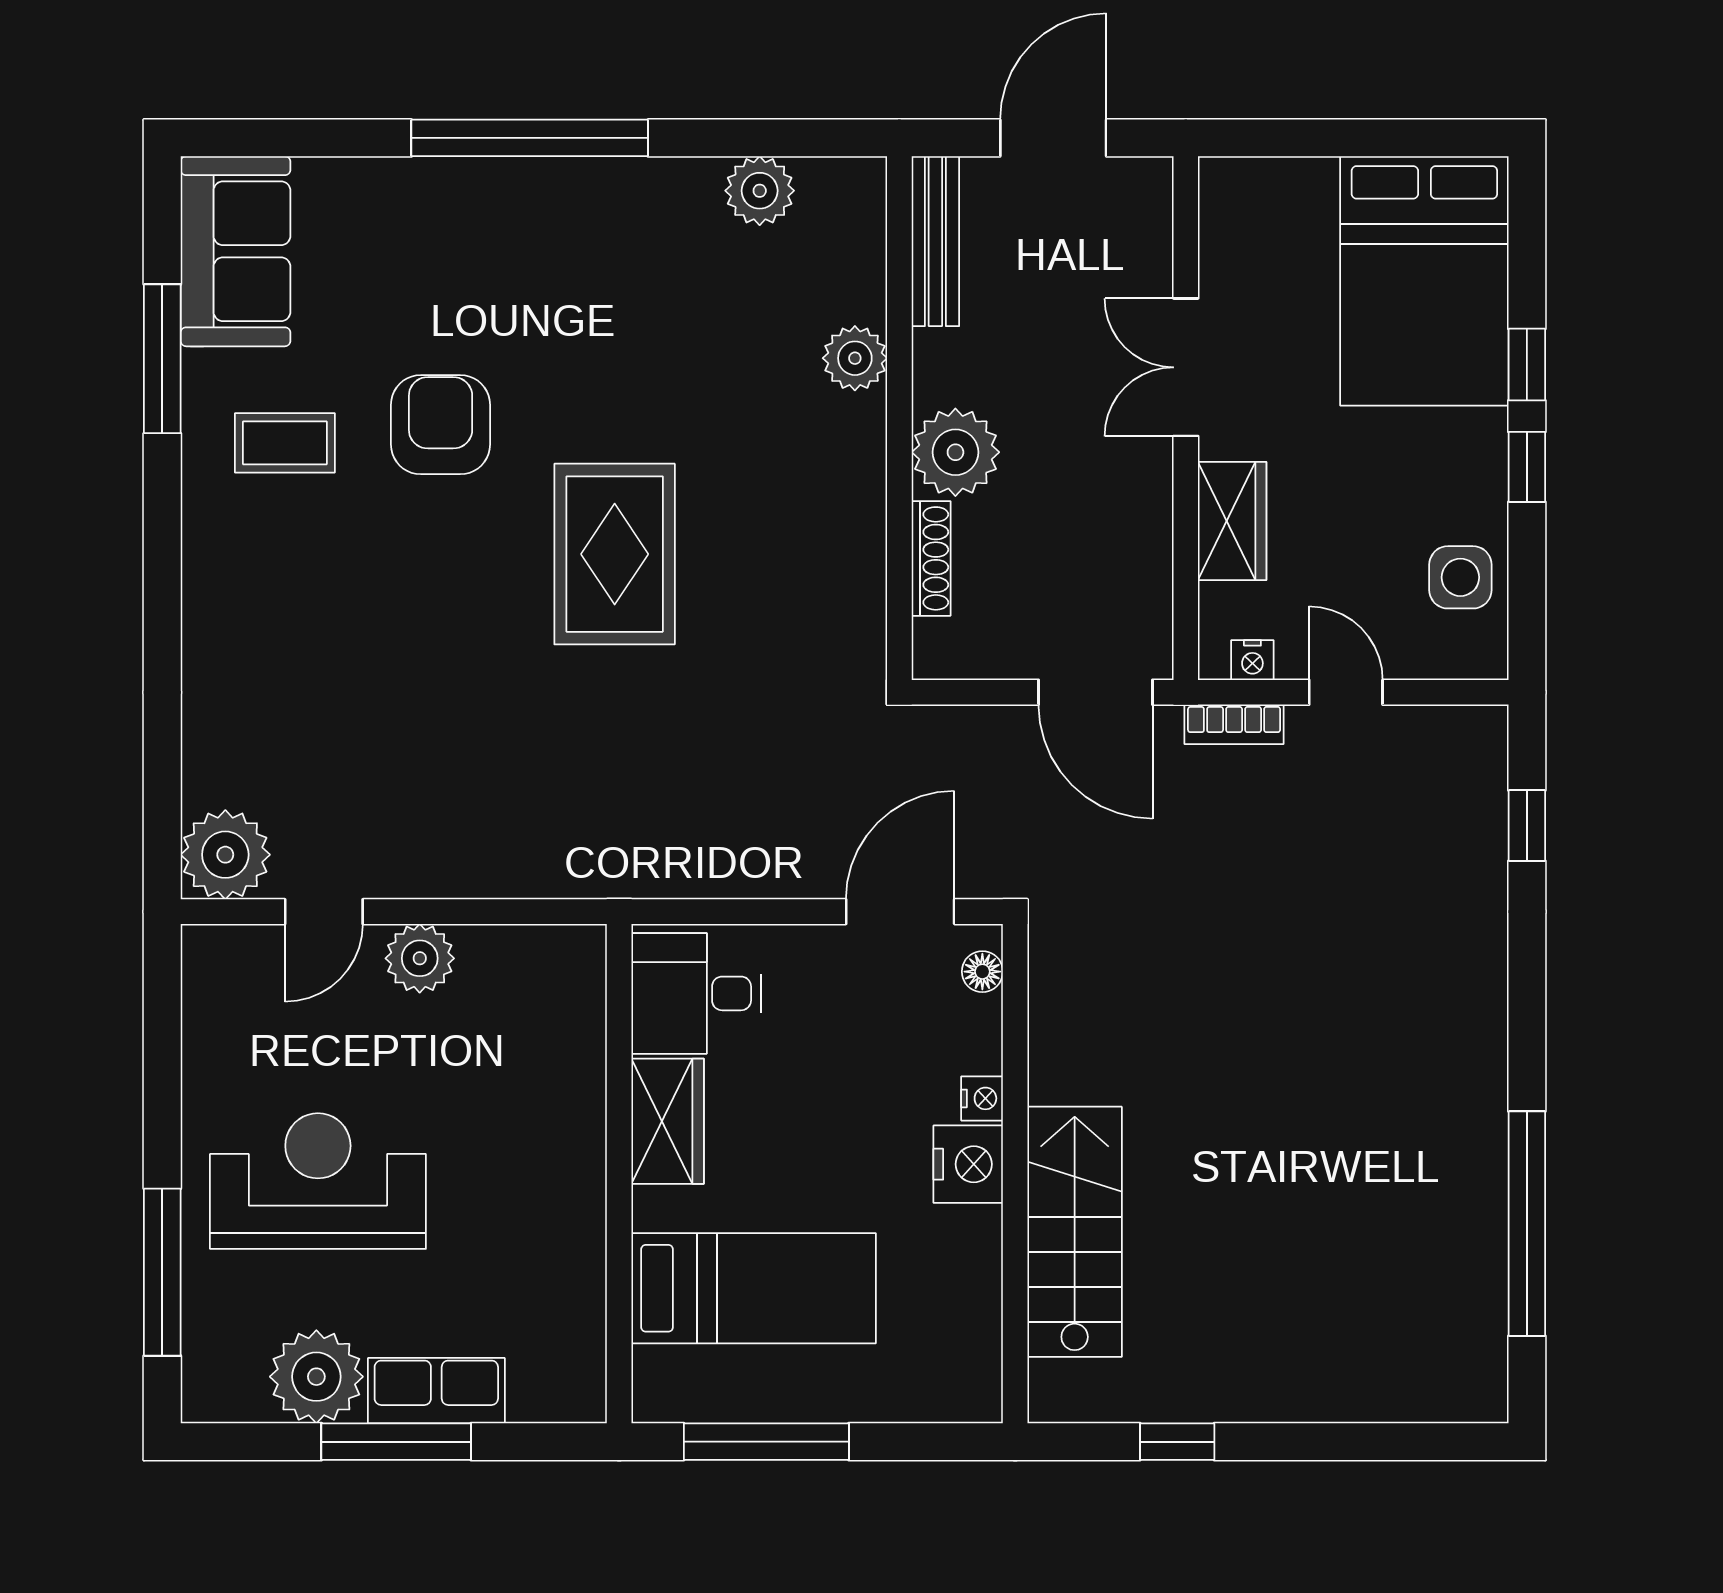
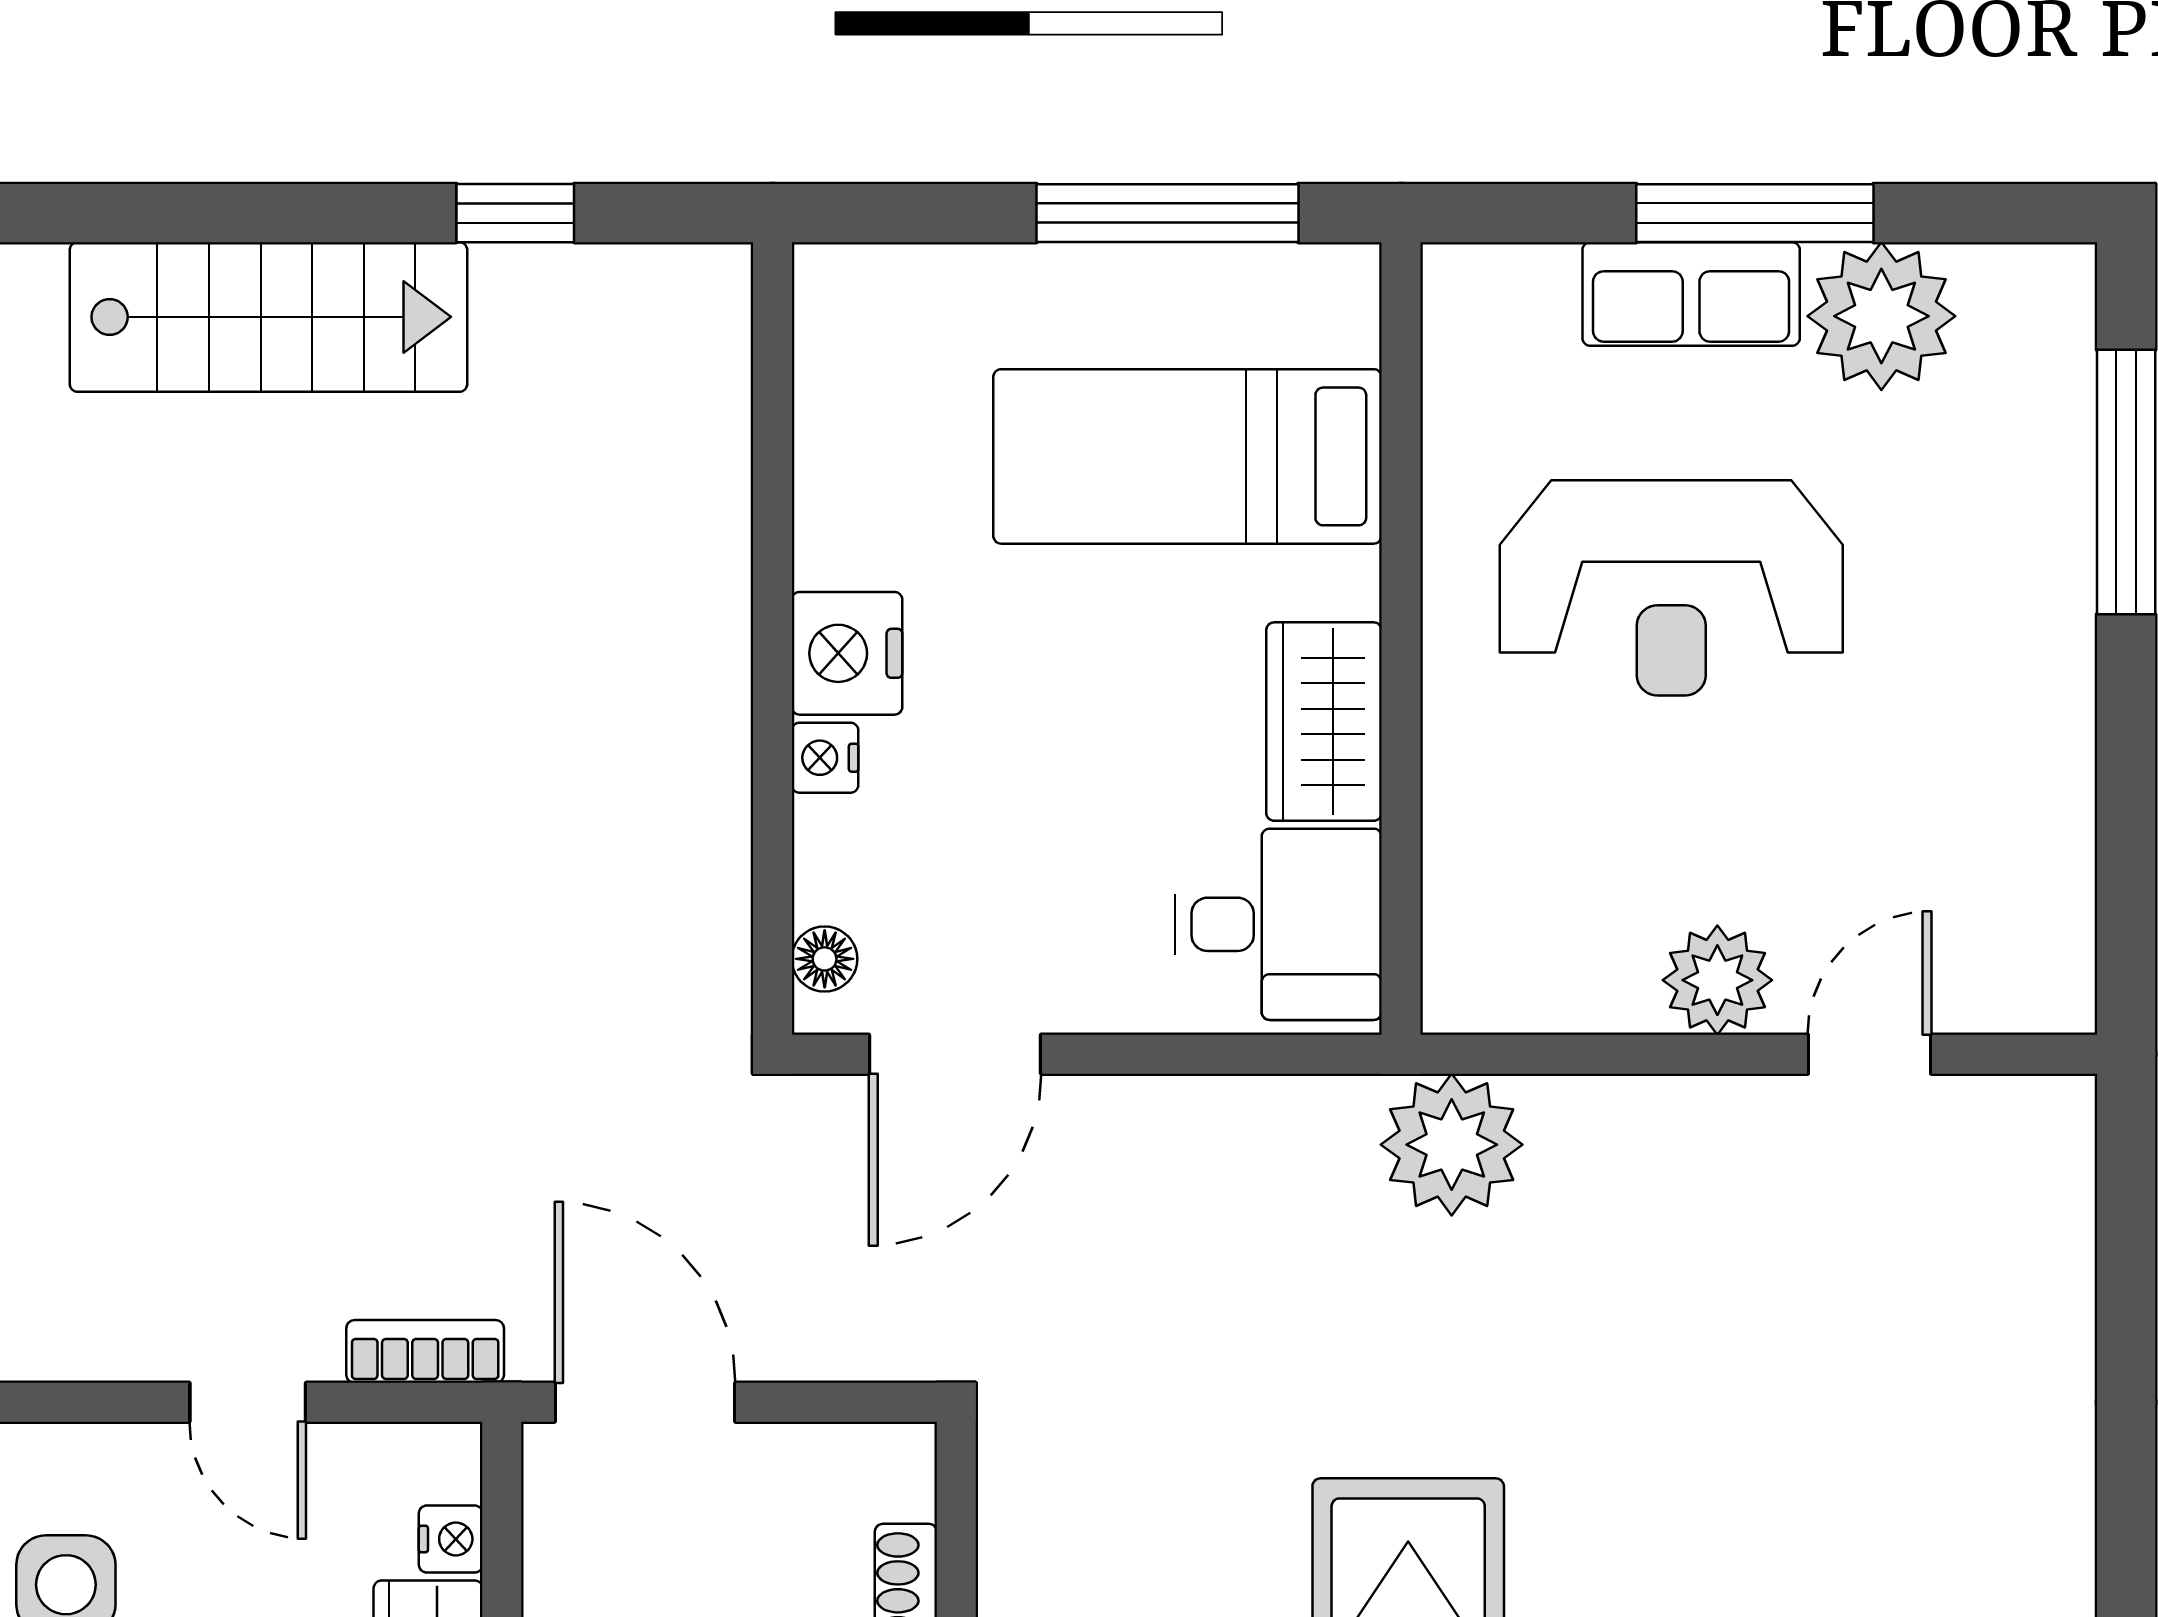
nightstand: (1252, 660) -> (451, 1539), moved, turned 90
plant: (225, 855) -> (1452, 1145), moved
reception desk: (318, 1181) -> (1671, 588), moved
stairs: (1075, 1232) -> (268, 317), moved, turned -90

